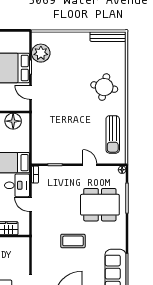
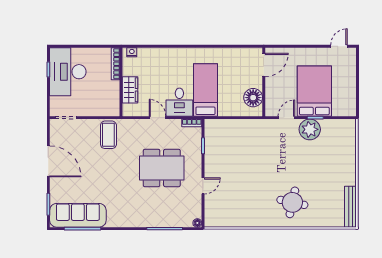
plant: (41, 53) -> (310, 129), moved
sun lounger: (113, 134) -> (238, 212), removed
door: (30, 204) -> (157, 118), hinge flipped
dining table: (100, 205) -> (162, 168), moved, turned 90
coffee table: (73, 241) -> (108, 135), moved

